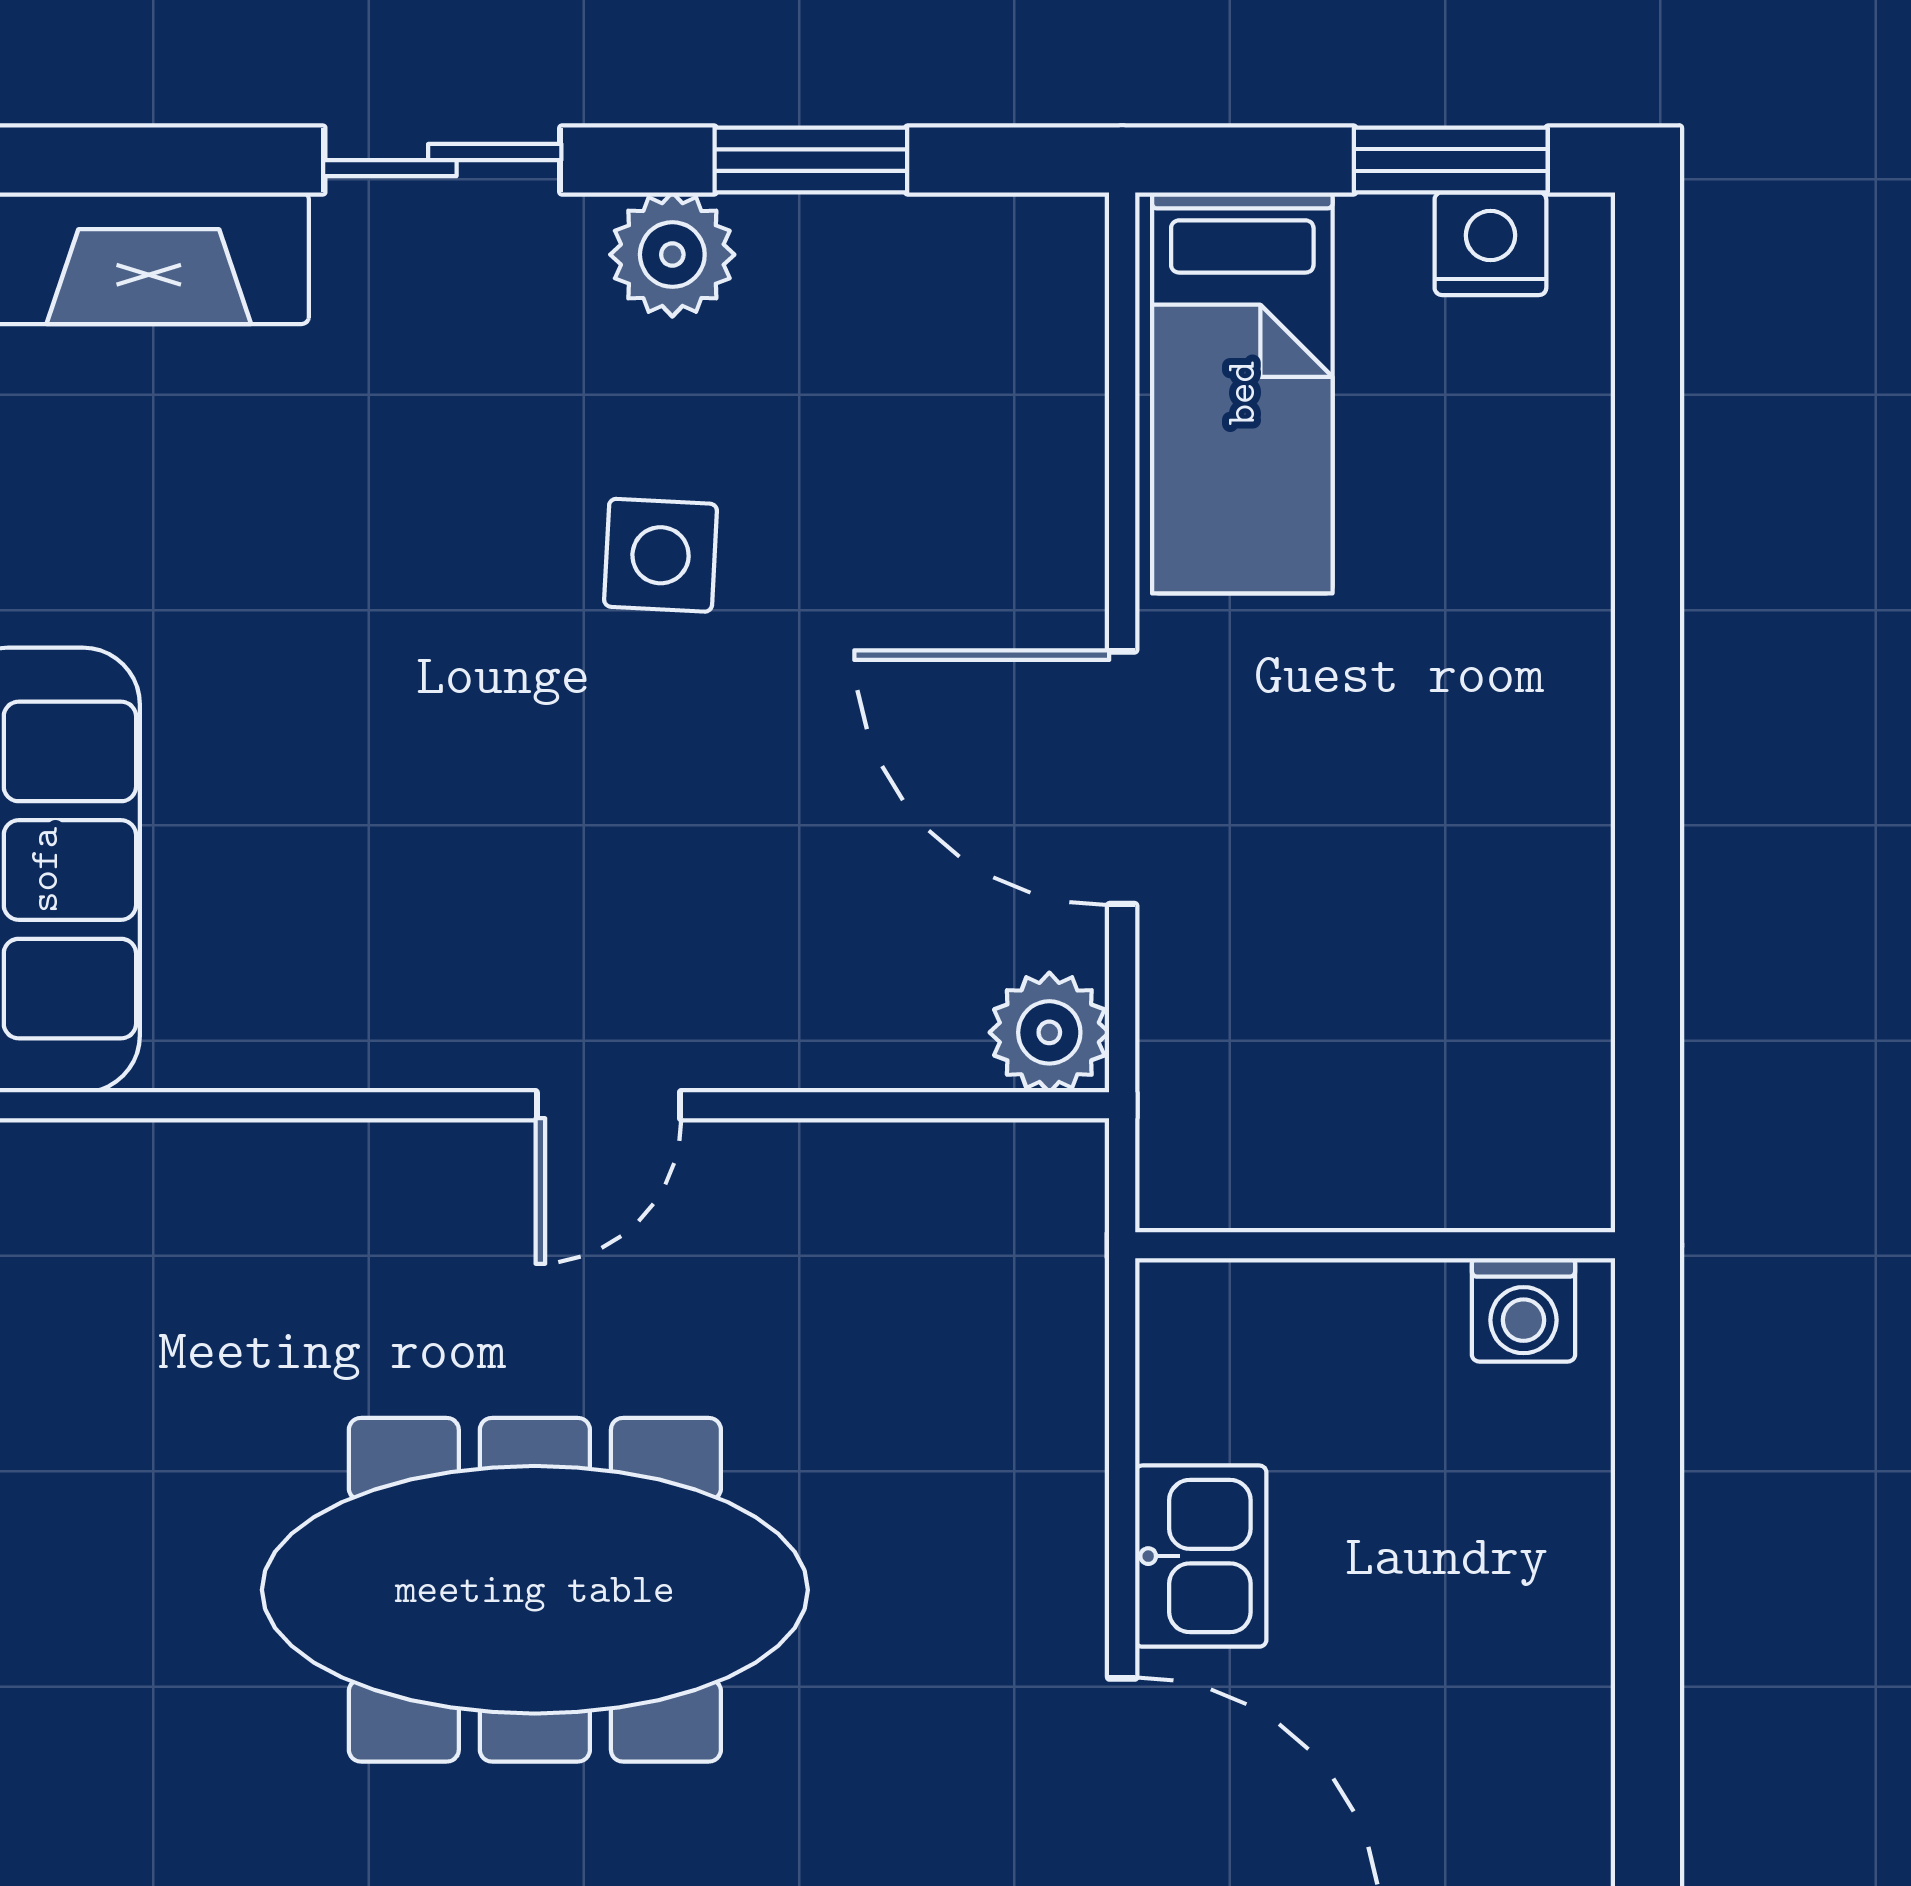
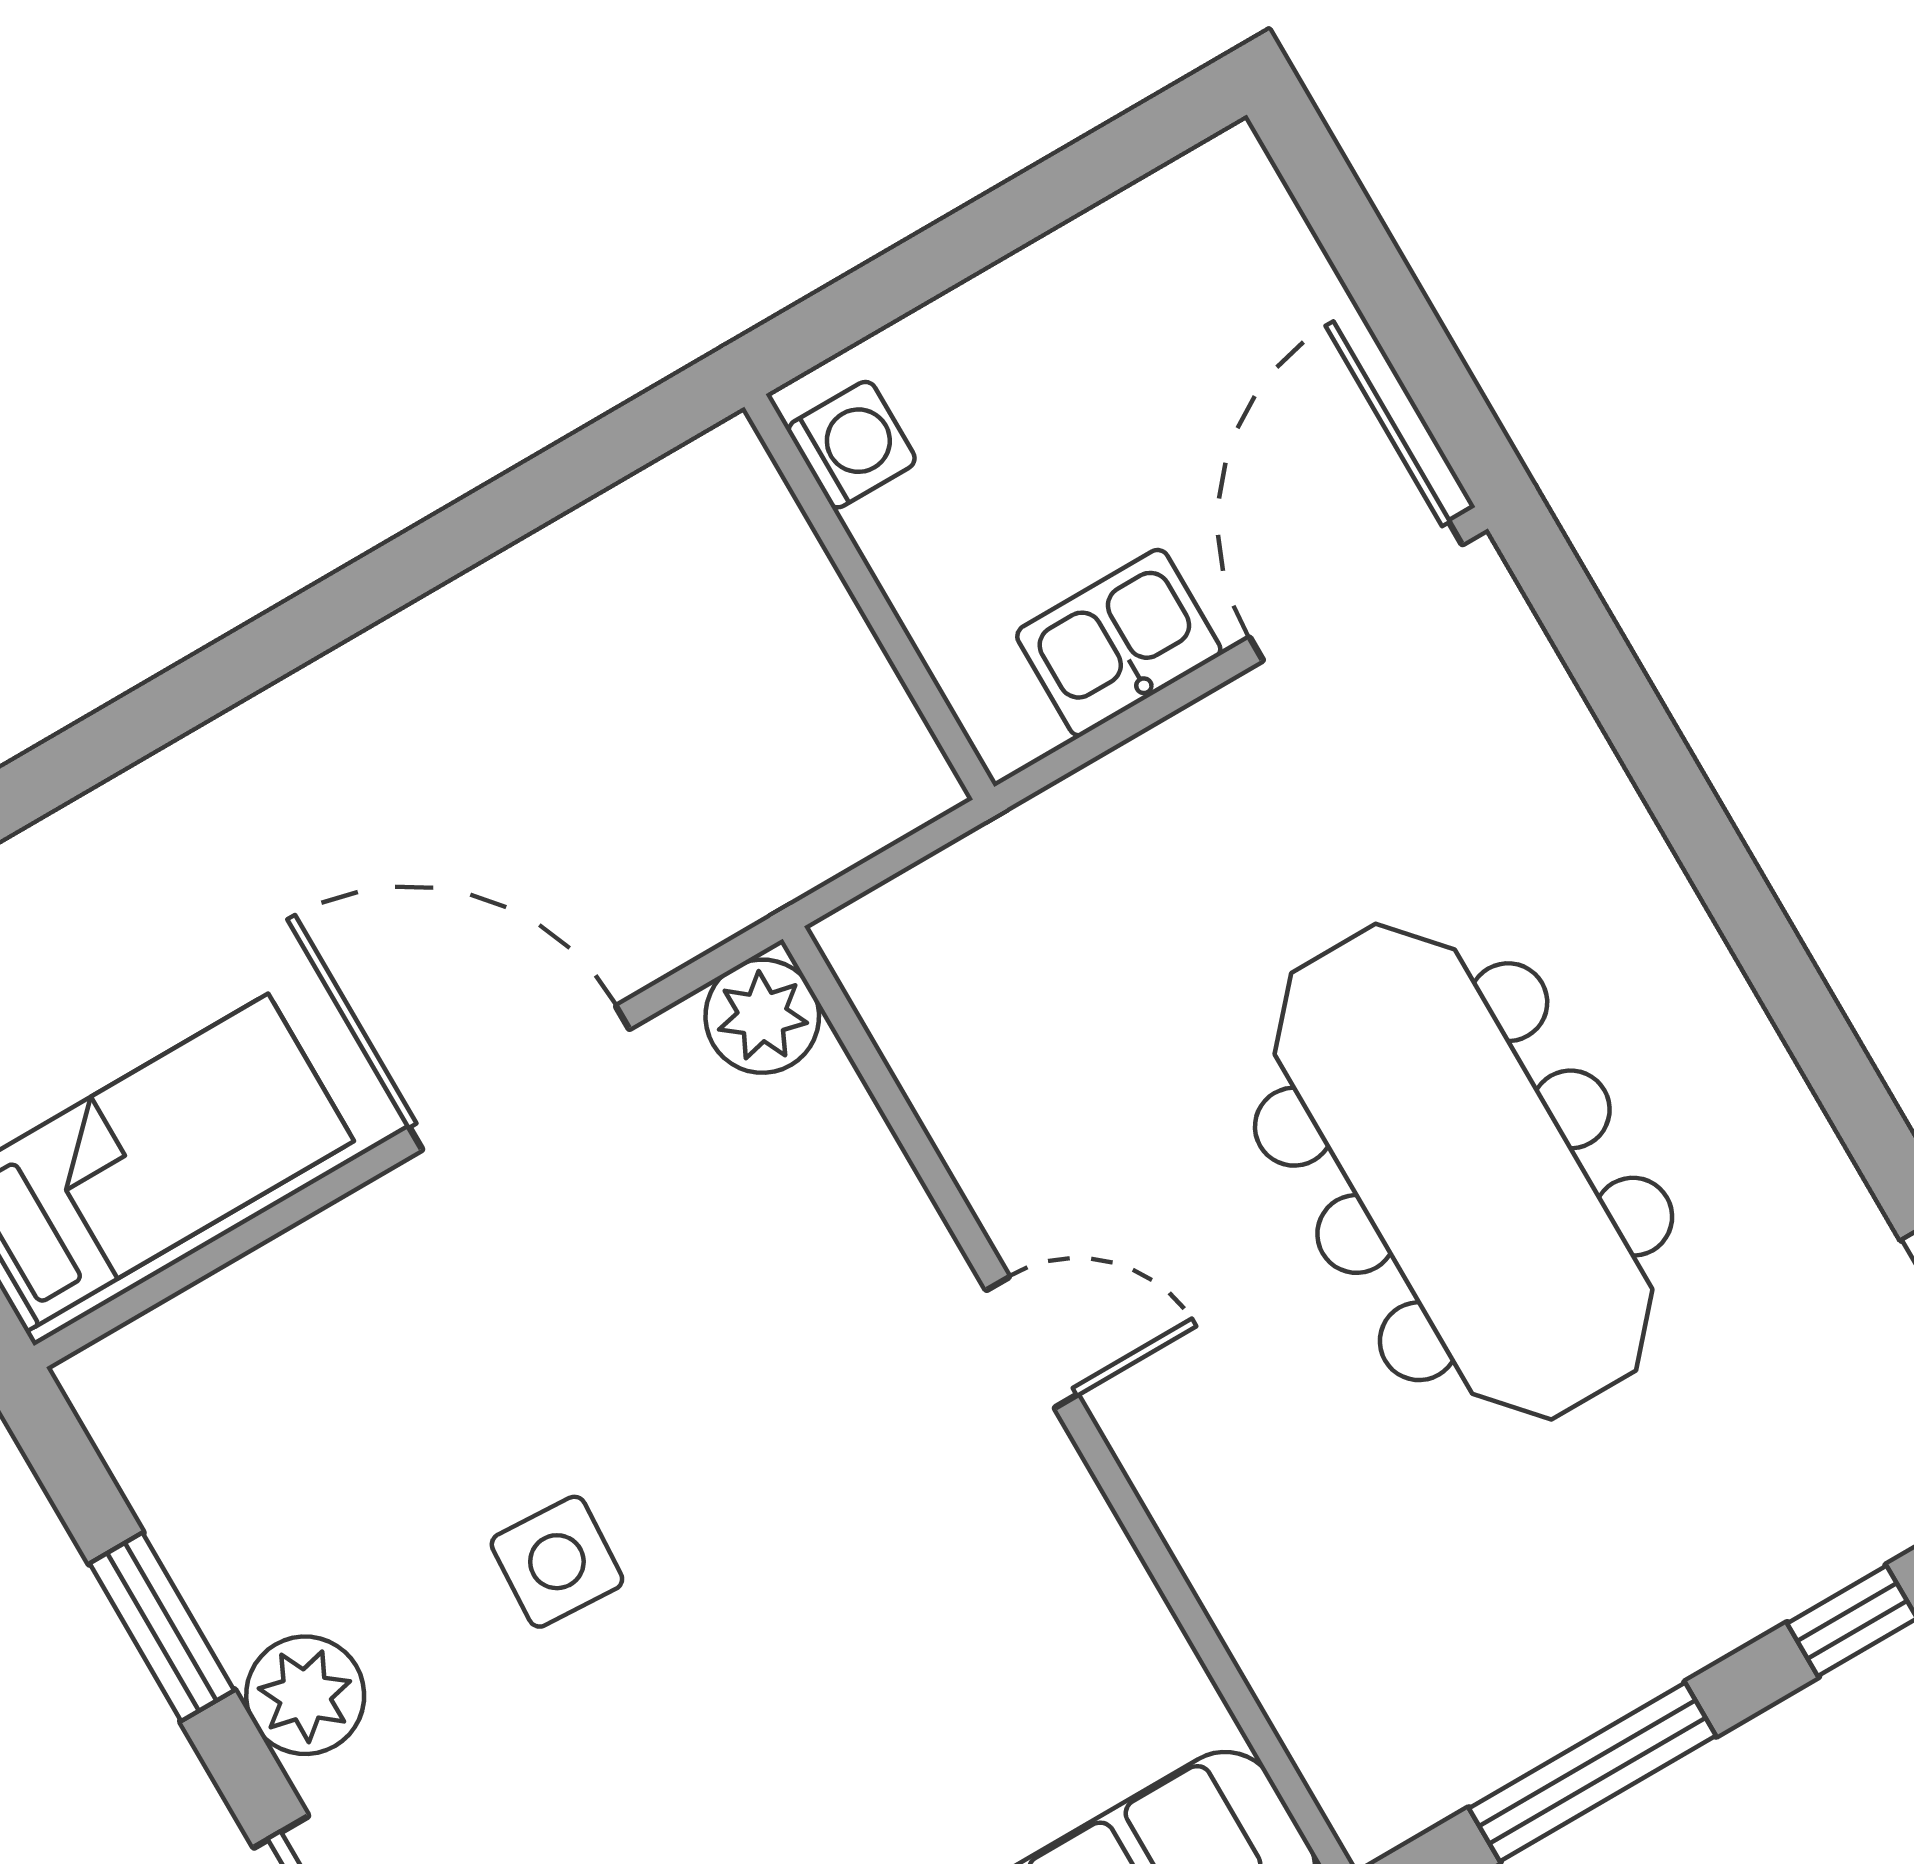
door: (1122, 778) -> (519, 1078), swing flipped
wall: (1375, 1245) -> (869, 597), moved
washing machine: (1523, 1310) -> (852, 445), moved

